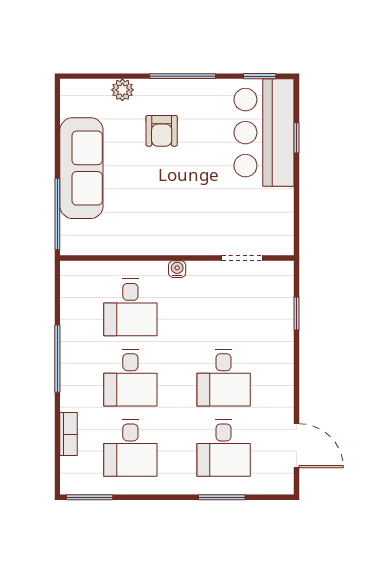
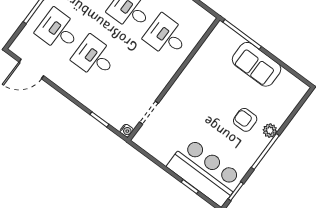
plant: (122, 90) -> (270, 131), moved
sofa: (81, 168) -> (257, 64), width x0.73
water cooler: (177, 269) -> (127, 131), moved

